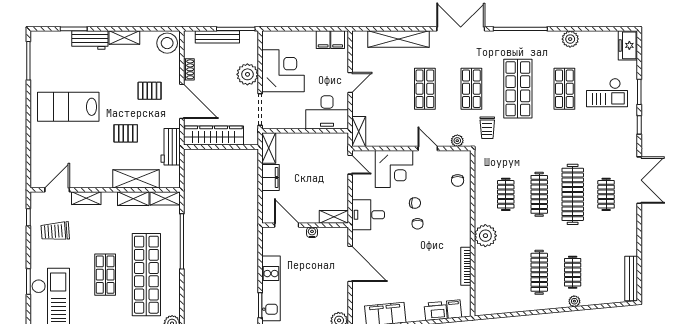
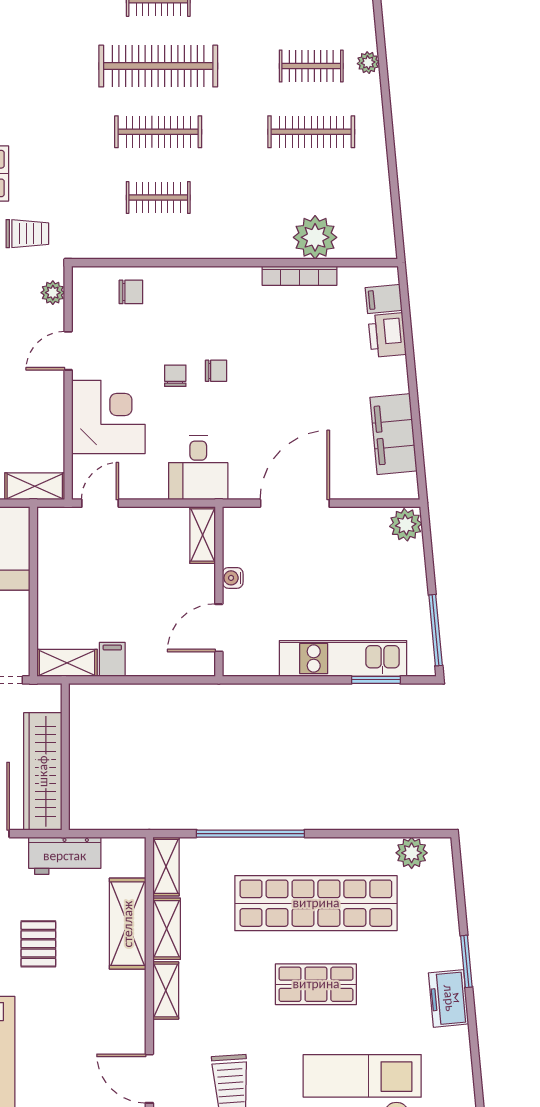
filing cabinet: (271, 177) -> (112, 659), width x0.50
shelving: (86, 198) -> (166, 990), moved
plant: (485, 236) -> (315, 237), moved

